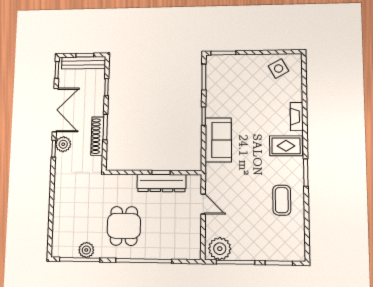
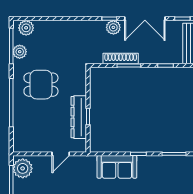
plant: (60, 242) -> (26, 28), added

